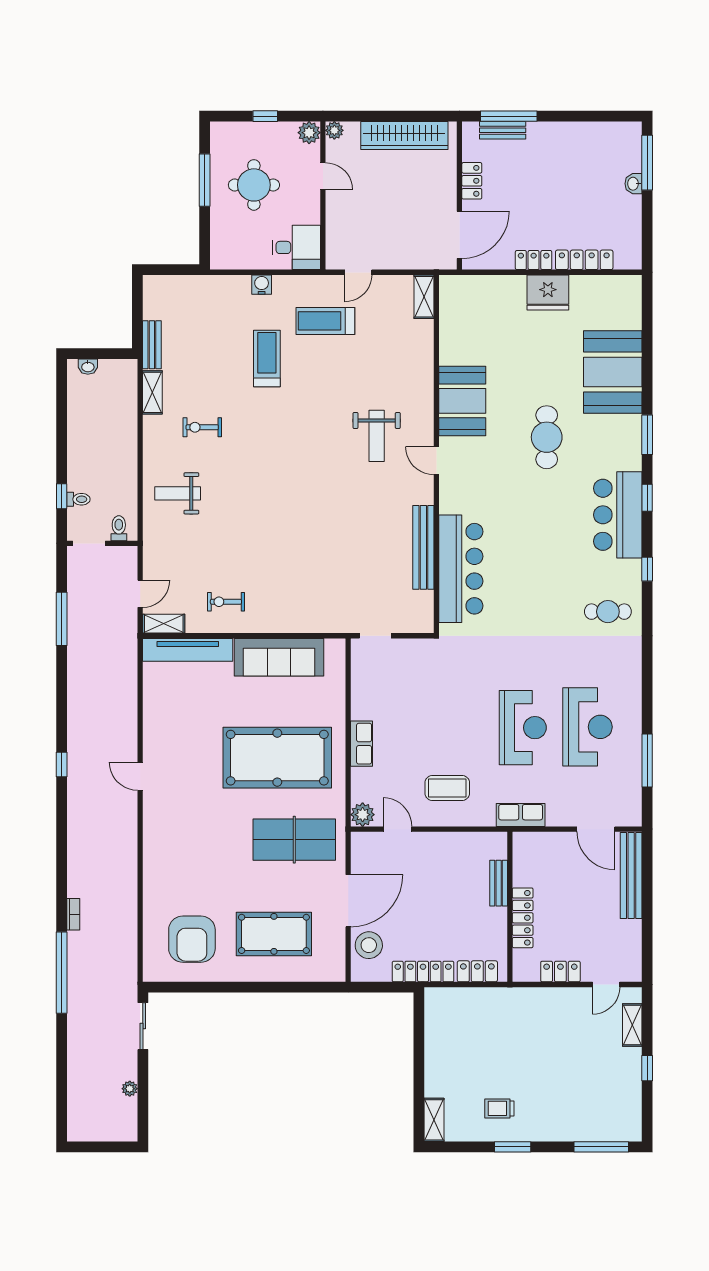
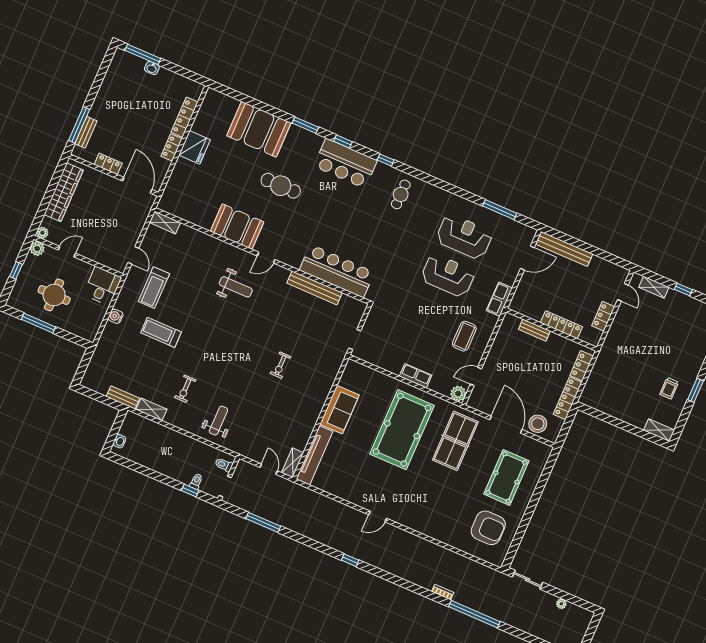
weight bench: (178, 493) -> (218, 421), turned 180
exercise bike: (226, 602) -> (281, 365), moved
sofa: (279, 657) -> (339, 410), width x0.73

